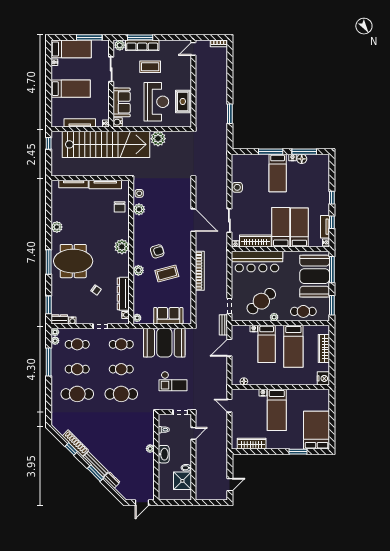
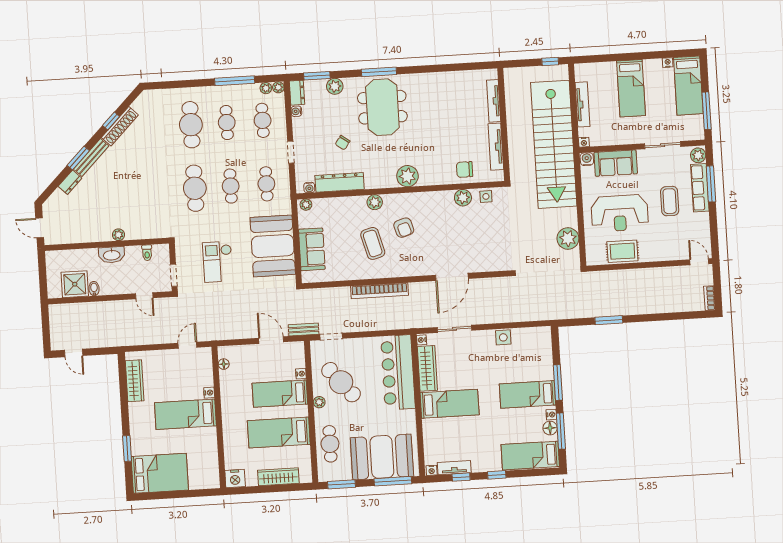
plant: (158, 139) -> (568, 239), moved
plant: (57, 227) -> (335, 86), moved
bed: (299, 227) -> (530, 456), moved, turned 180

